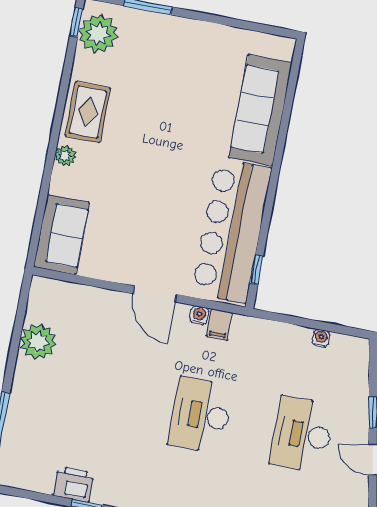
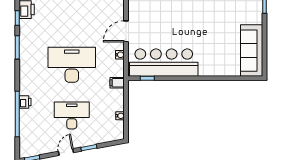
sofa: (260, 110) -> (252, 51), moved, turned -90
filing cabinet: (219, 325) -> (117, 83), moved
desk: (201, 415) -> (72, 65), width x1.36, depth x1.30

